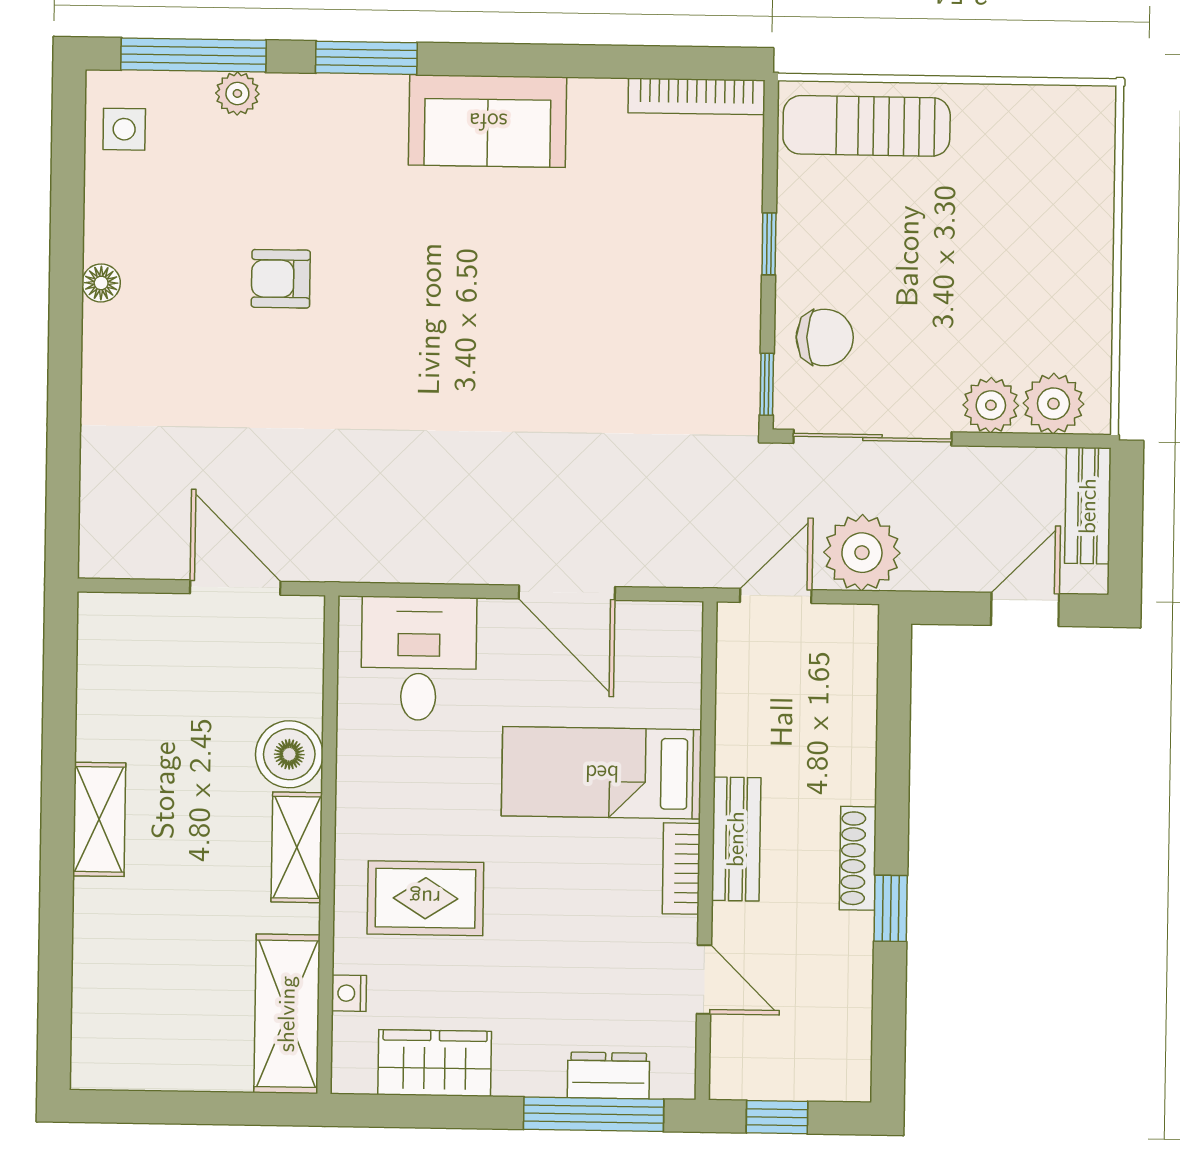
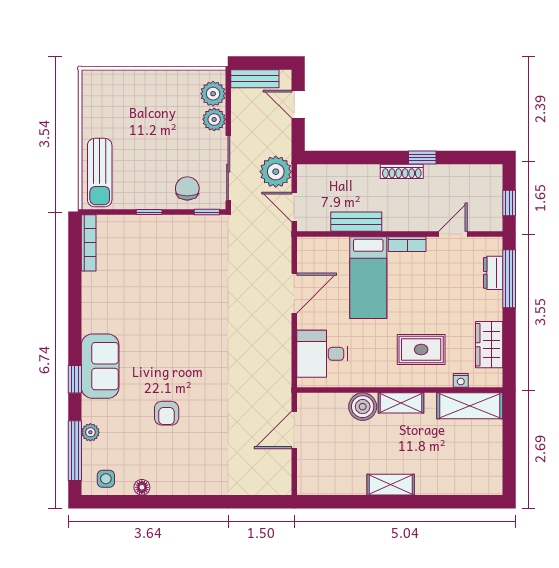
window: (366, 58) -> (75, 379), width x0.67
sofa: (488, 121) -> (100, 366), moved
floor lamp: (101, 283) -> (142, 487), moved
bench: (736, 839) -> (356, 222), moved
rug: (425, 898) -> (421, 350), turned 90

